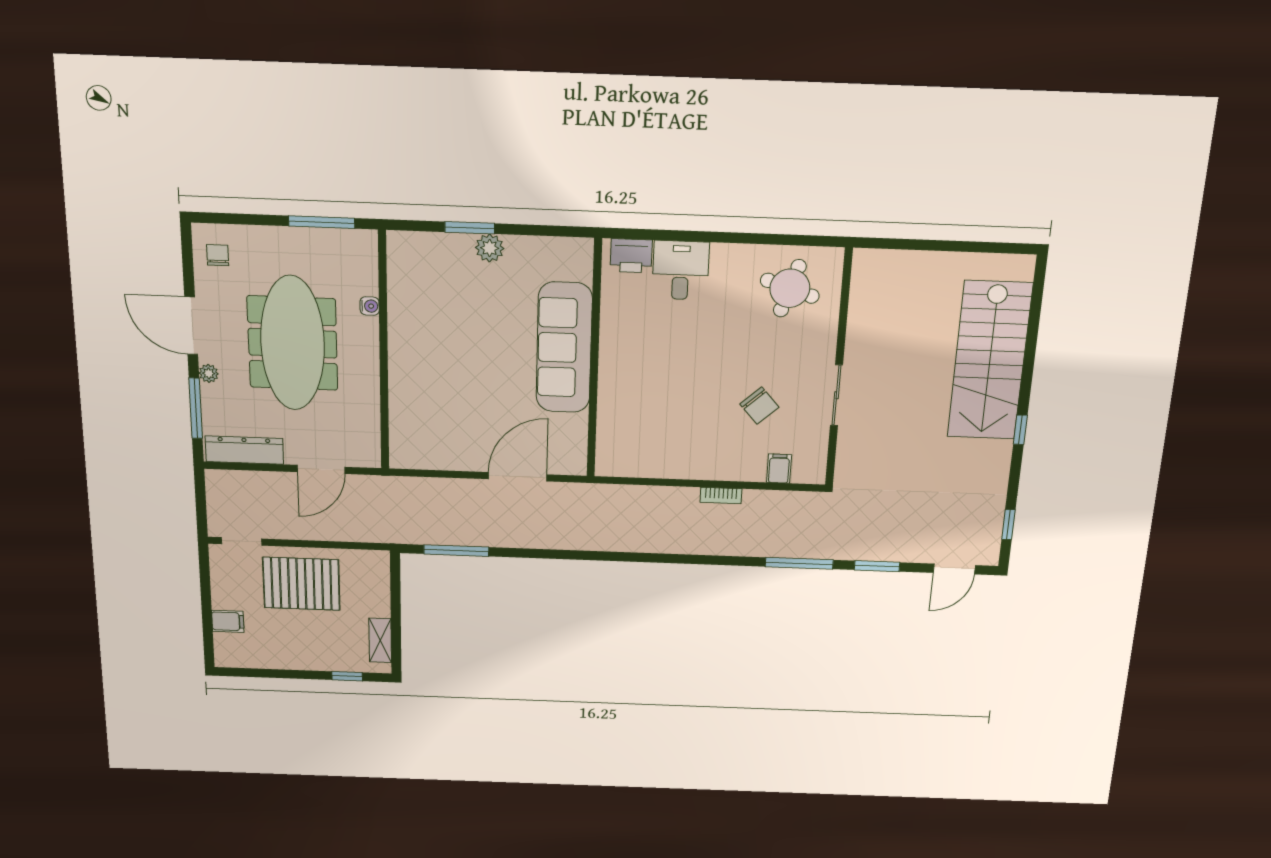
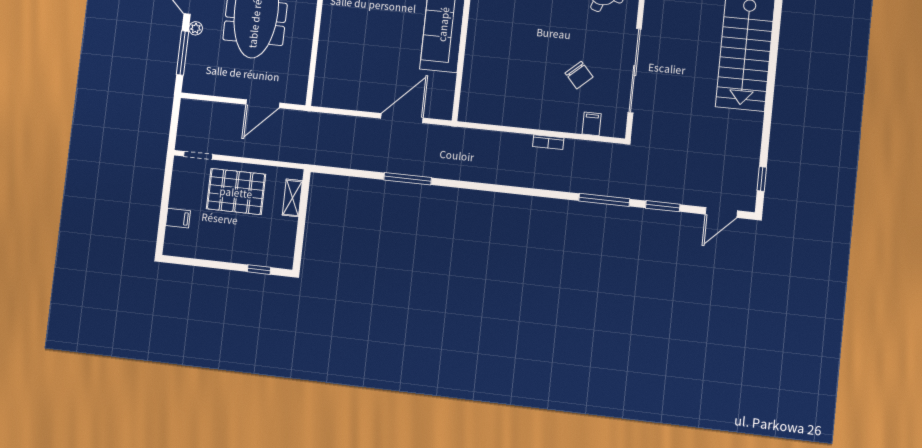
sliding door: (836, 395) -> (635, 71), width x1.86
window: (1020, 430) -> (769, 105), removed
dresser: (244, 450) -> (211, 86), removed
window: (456, 551) -> (408, 179), moved
shelving: (380, 640) -> (292, 198), moved

